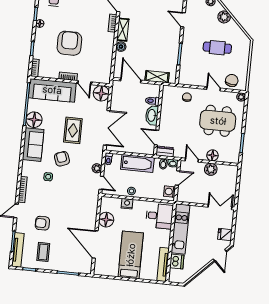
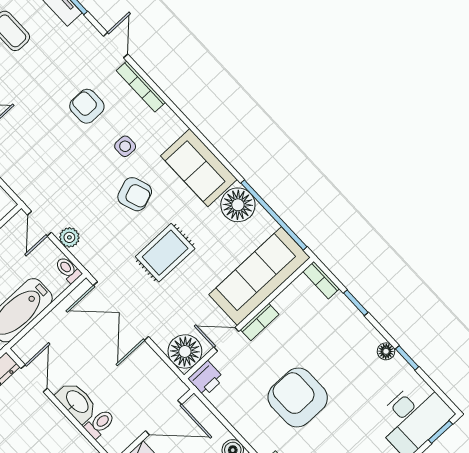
armchair: (69, 43) -> (298, 398), moved, turned 180
printer: (104, 78) -> (206, 379), added
rug: (73, 130) -> (165, 253), turned 90
door: (157, 137) -> (34, 378), hinge flipped
door: (101, 183) -> (39, 224), hinge flipped
armchair: (42, 223) -> (87, 106), moved, turned -90

